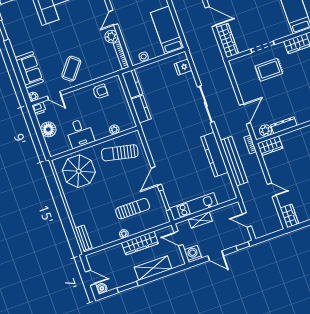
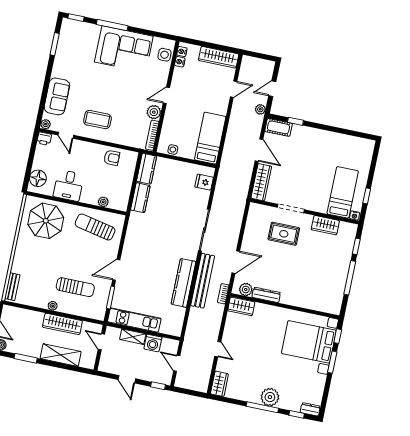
coffee table: (71, 69) -> (97, 120), turned 51
floor lamp: (48, 129) -> (38, 178), moved
bench: (234, 161) -> (203, 281), moved
washing machine: (193, 254) -> (153, 343), moved, turned 180

